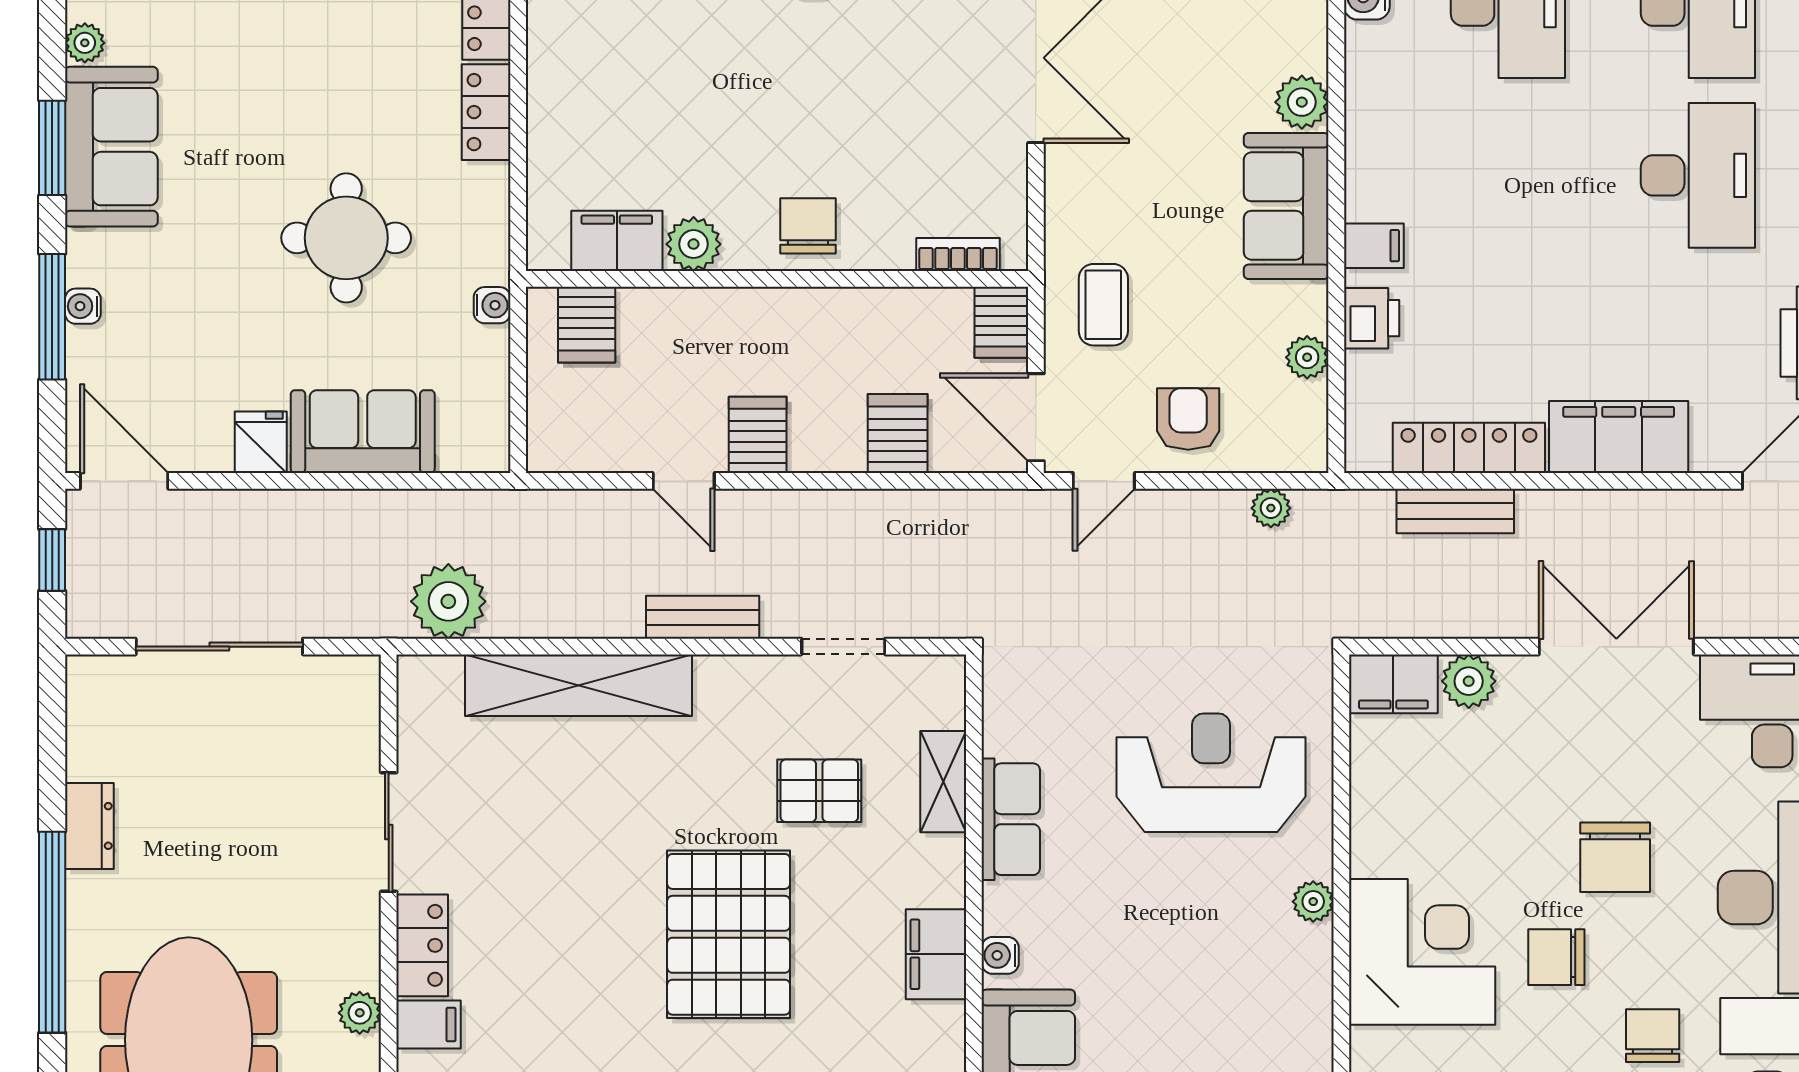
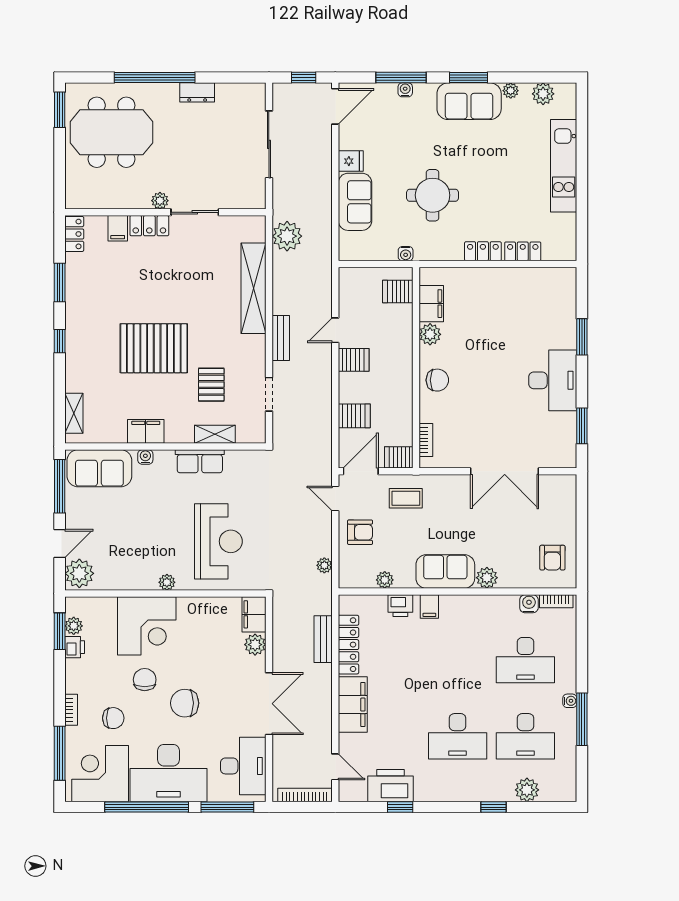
plant: (360, 1013) -> (160, 201), moved

